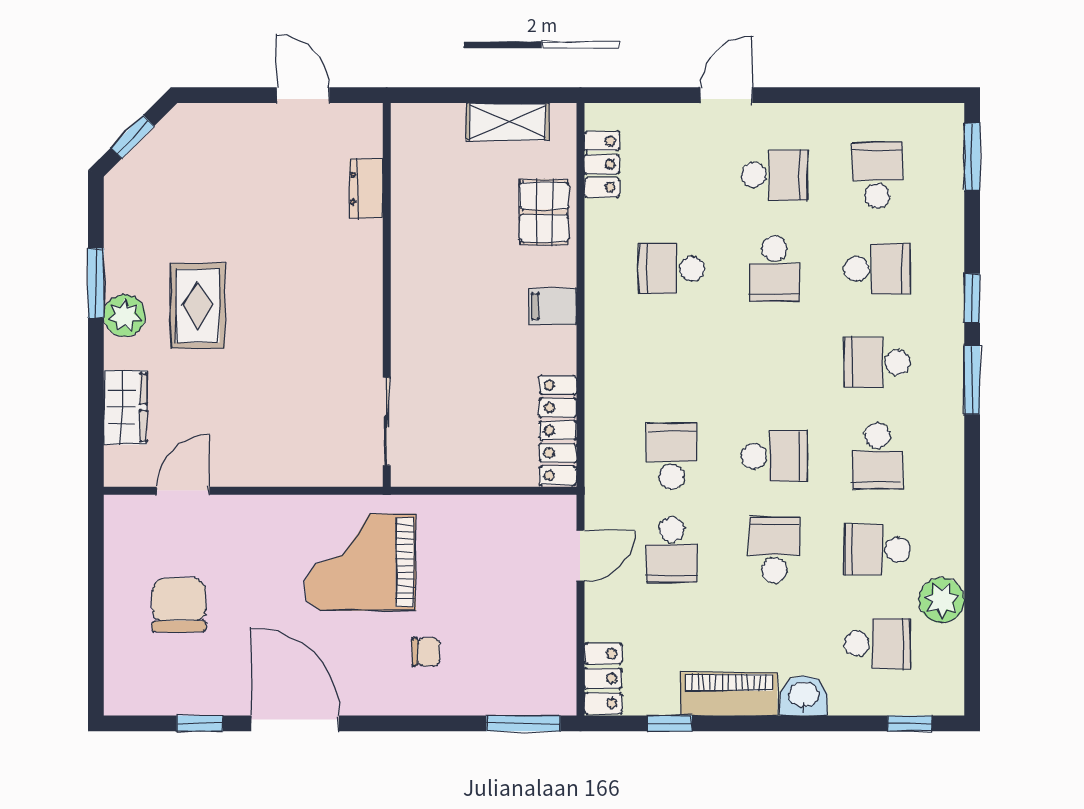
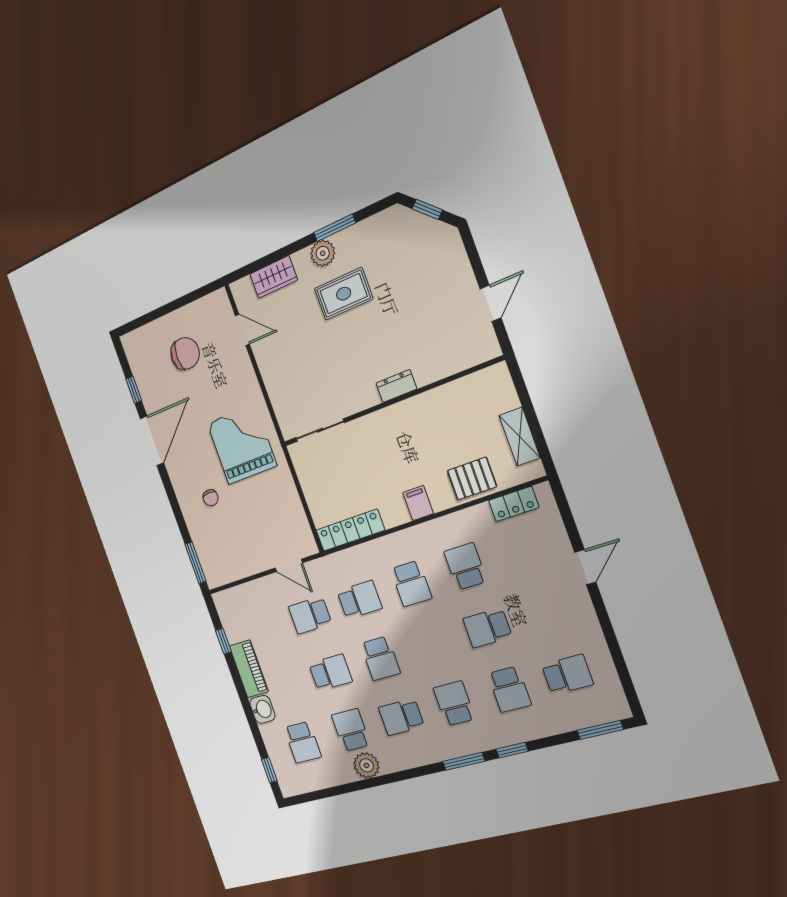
door: (726, 95) -> (585, 567), hinge flipped
school desk: (774, 175) -> (411, 583), moved
dresser: (366, 188) -> (396, 386), moved
plant: (942, 600) -> (366, 765), moved
locker: (603, 678) -> (232, 598), removed

